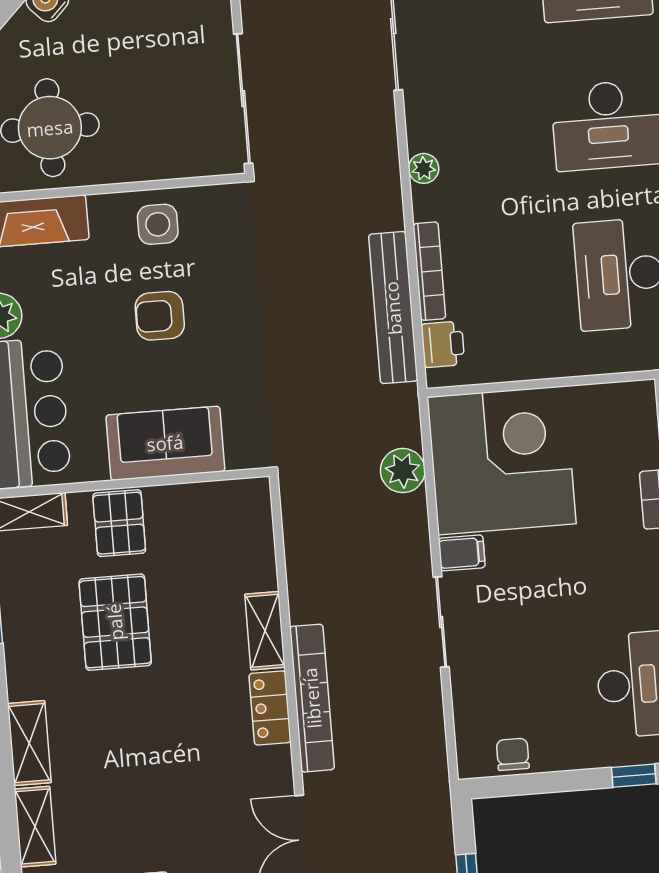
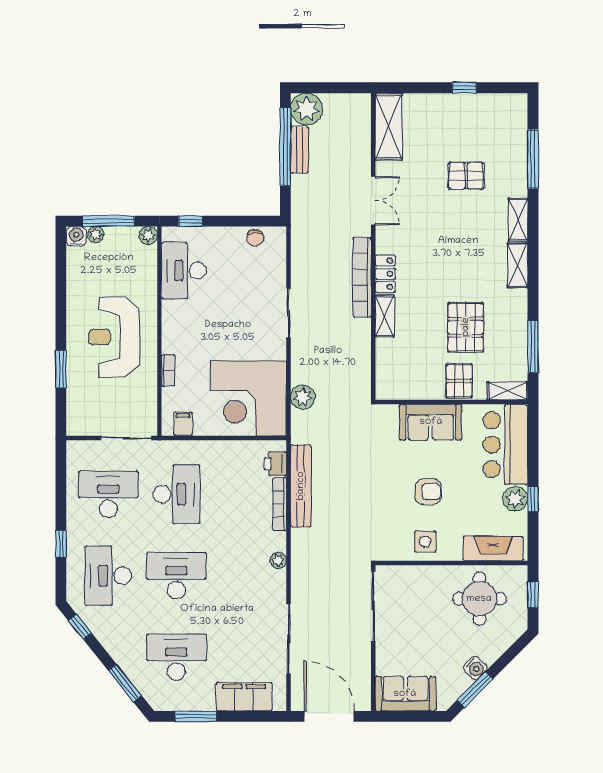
filing cabinet: (462, 553) -> (183, 424), moved, turned 90

